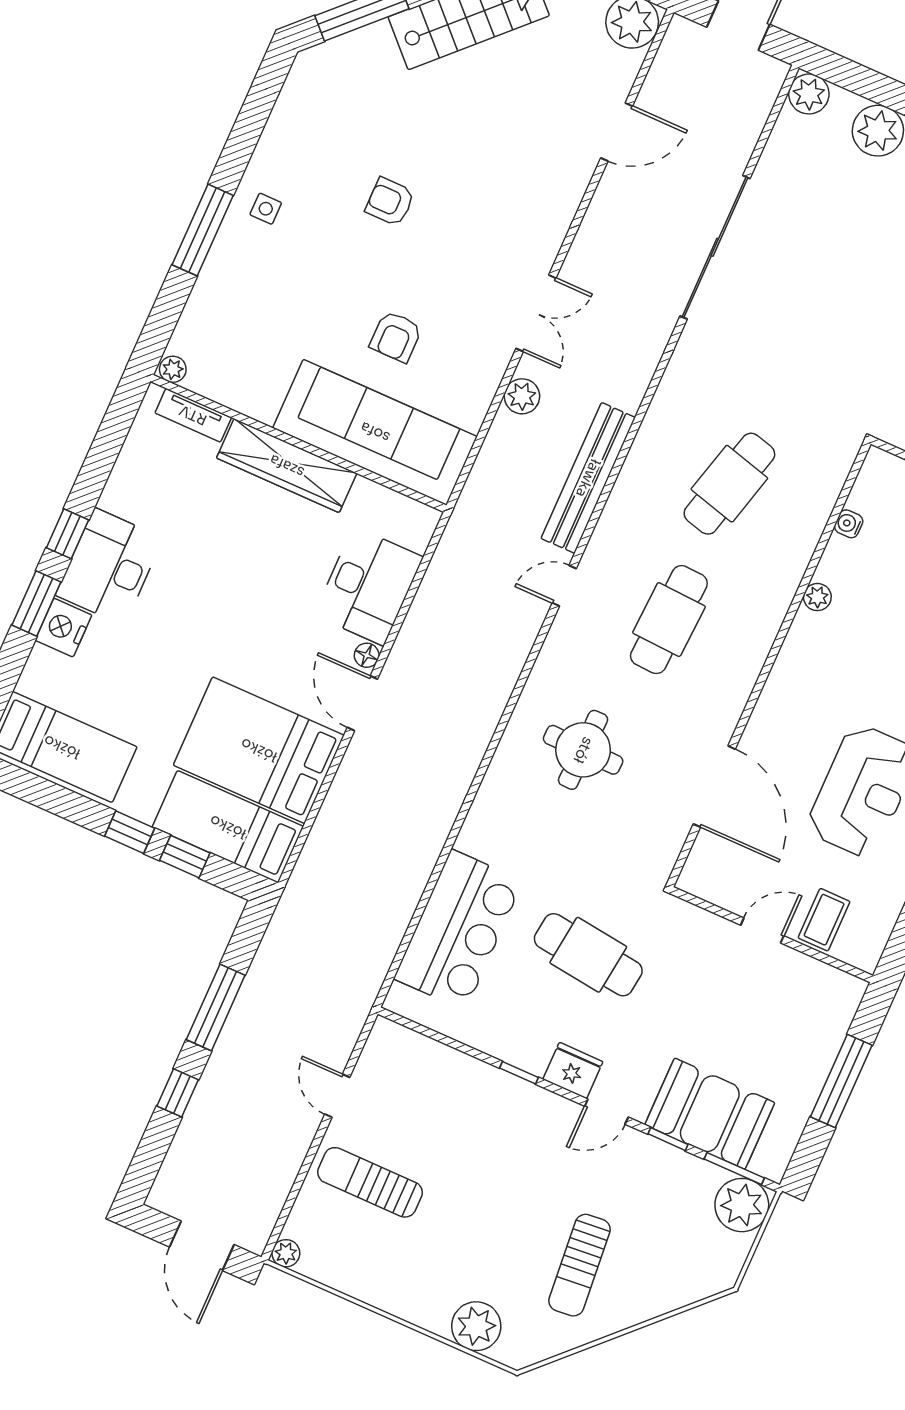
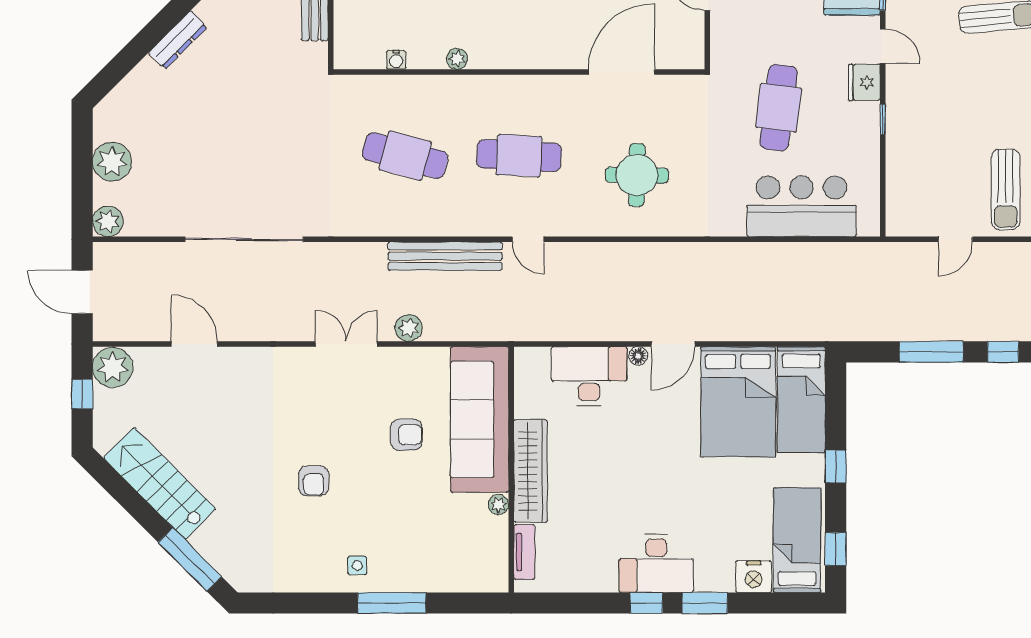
plant: (173, 369) -> (498, 505), moved
nightstand: (63, 628) -> (754, 577), moved
window: (185, 857) -> (836, 549), moved

